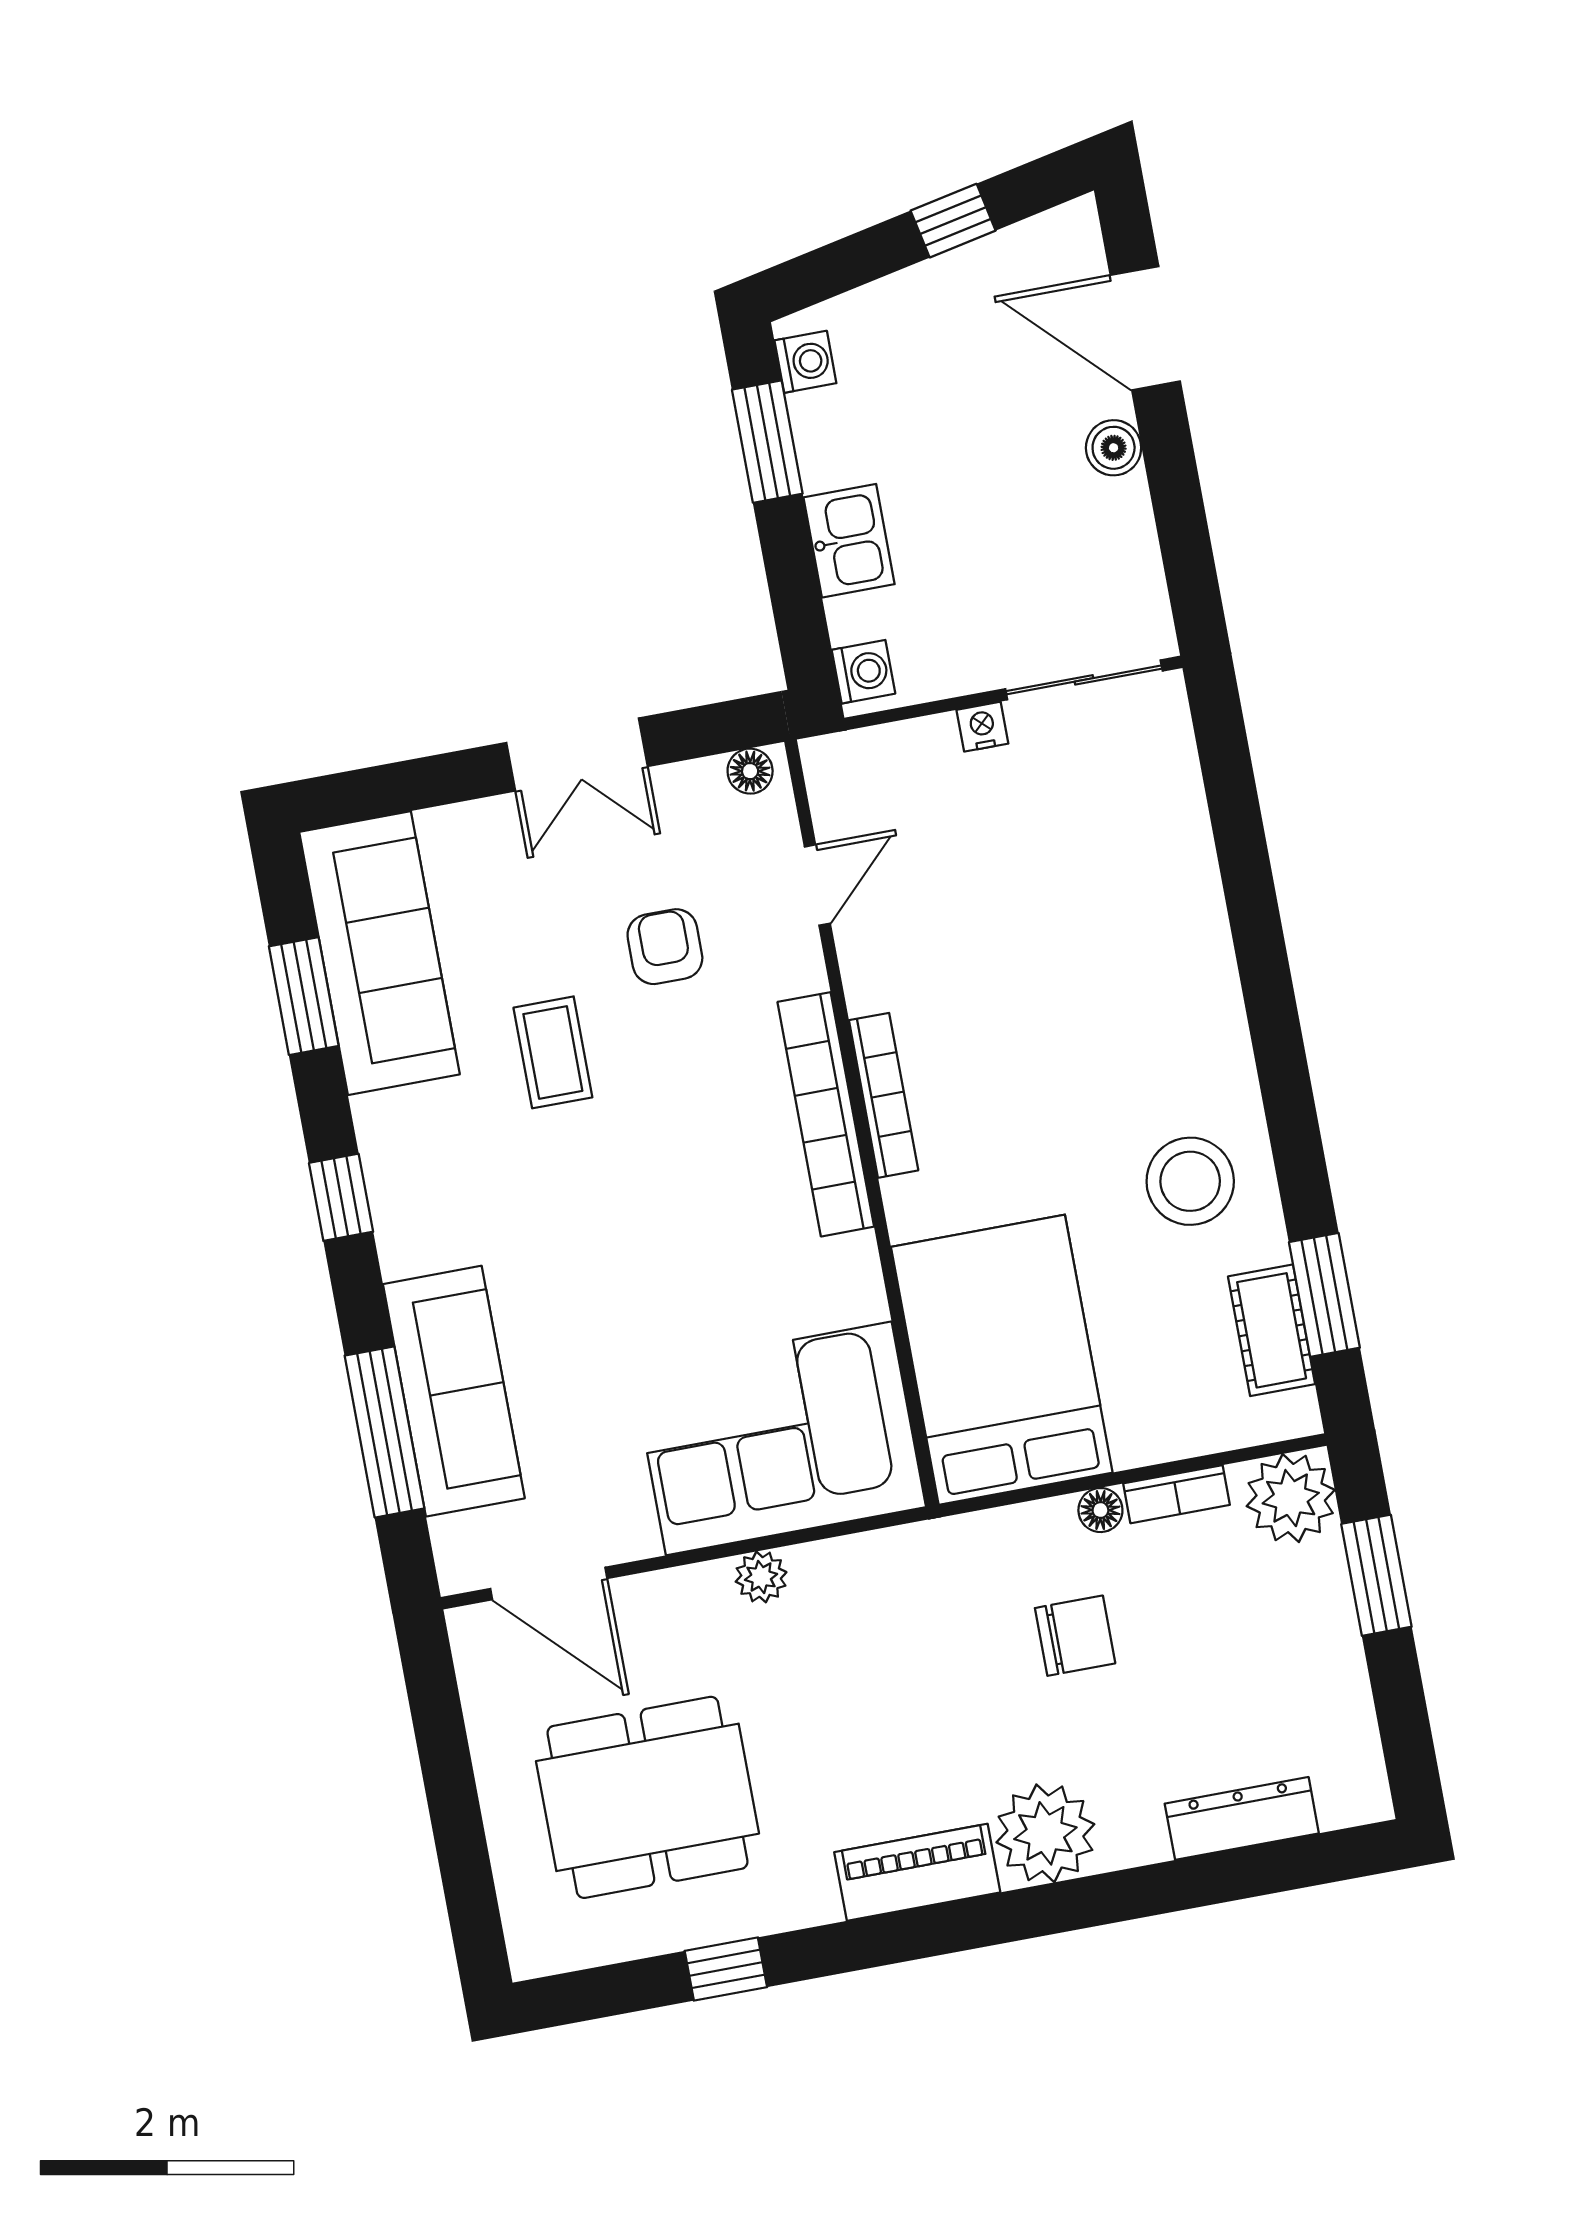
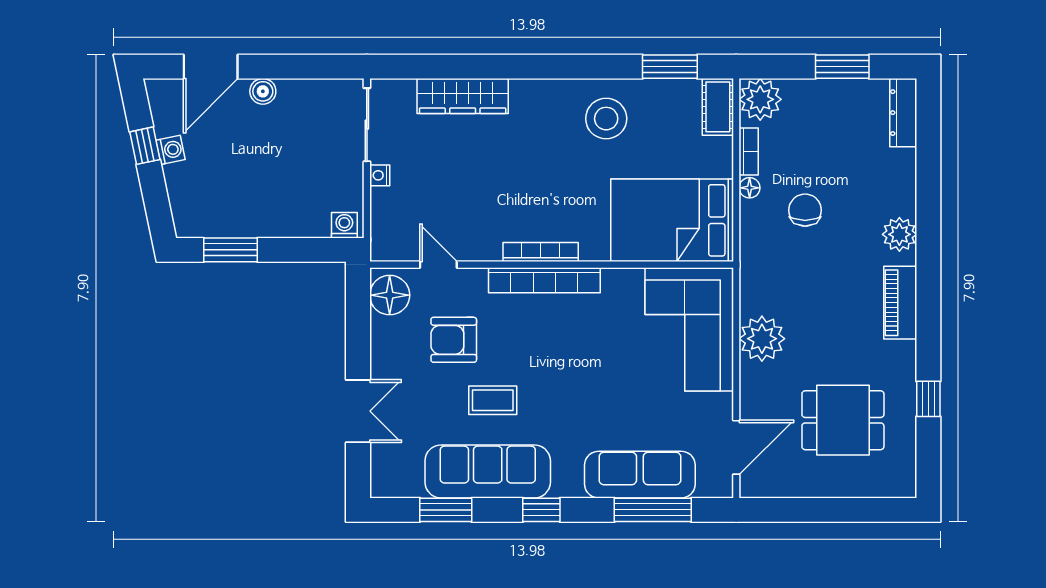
washing machine: (805, 362) -> (170, 150), moved, turned 78
kitchen sink: (849, 541) -> (283, 221), removed
double door: (577, 755) -> (358, 411), moved
floor lamp: (750, 771) -> (390, 295), width x1.89, depth x1.89
wardrobe: (1182, 870) -> (463, 96), added
armchair: (665, 947) -> (454, 340), width x1.38, depth x1.38
sofa: (379, 953) -> (488, 471), moved
cot: (1272, 1330) -> (718, 107), moved, turned 90
window: (1376, 1575) -> (842, 67), moved
plant: (761, 1577) -> (762, 339), width x1.88, depth x1.88
dining table: (647, 1797) -> (843, 420), width x0.73
dresser: (1242, 1818) -> (903, 113), moved
plant: (1045, 1833) -> (899, 234), width x0.73, depth x0.73

